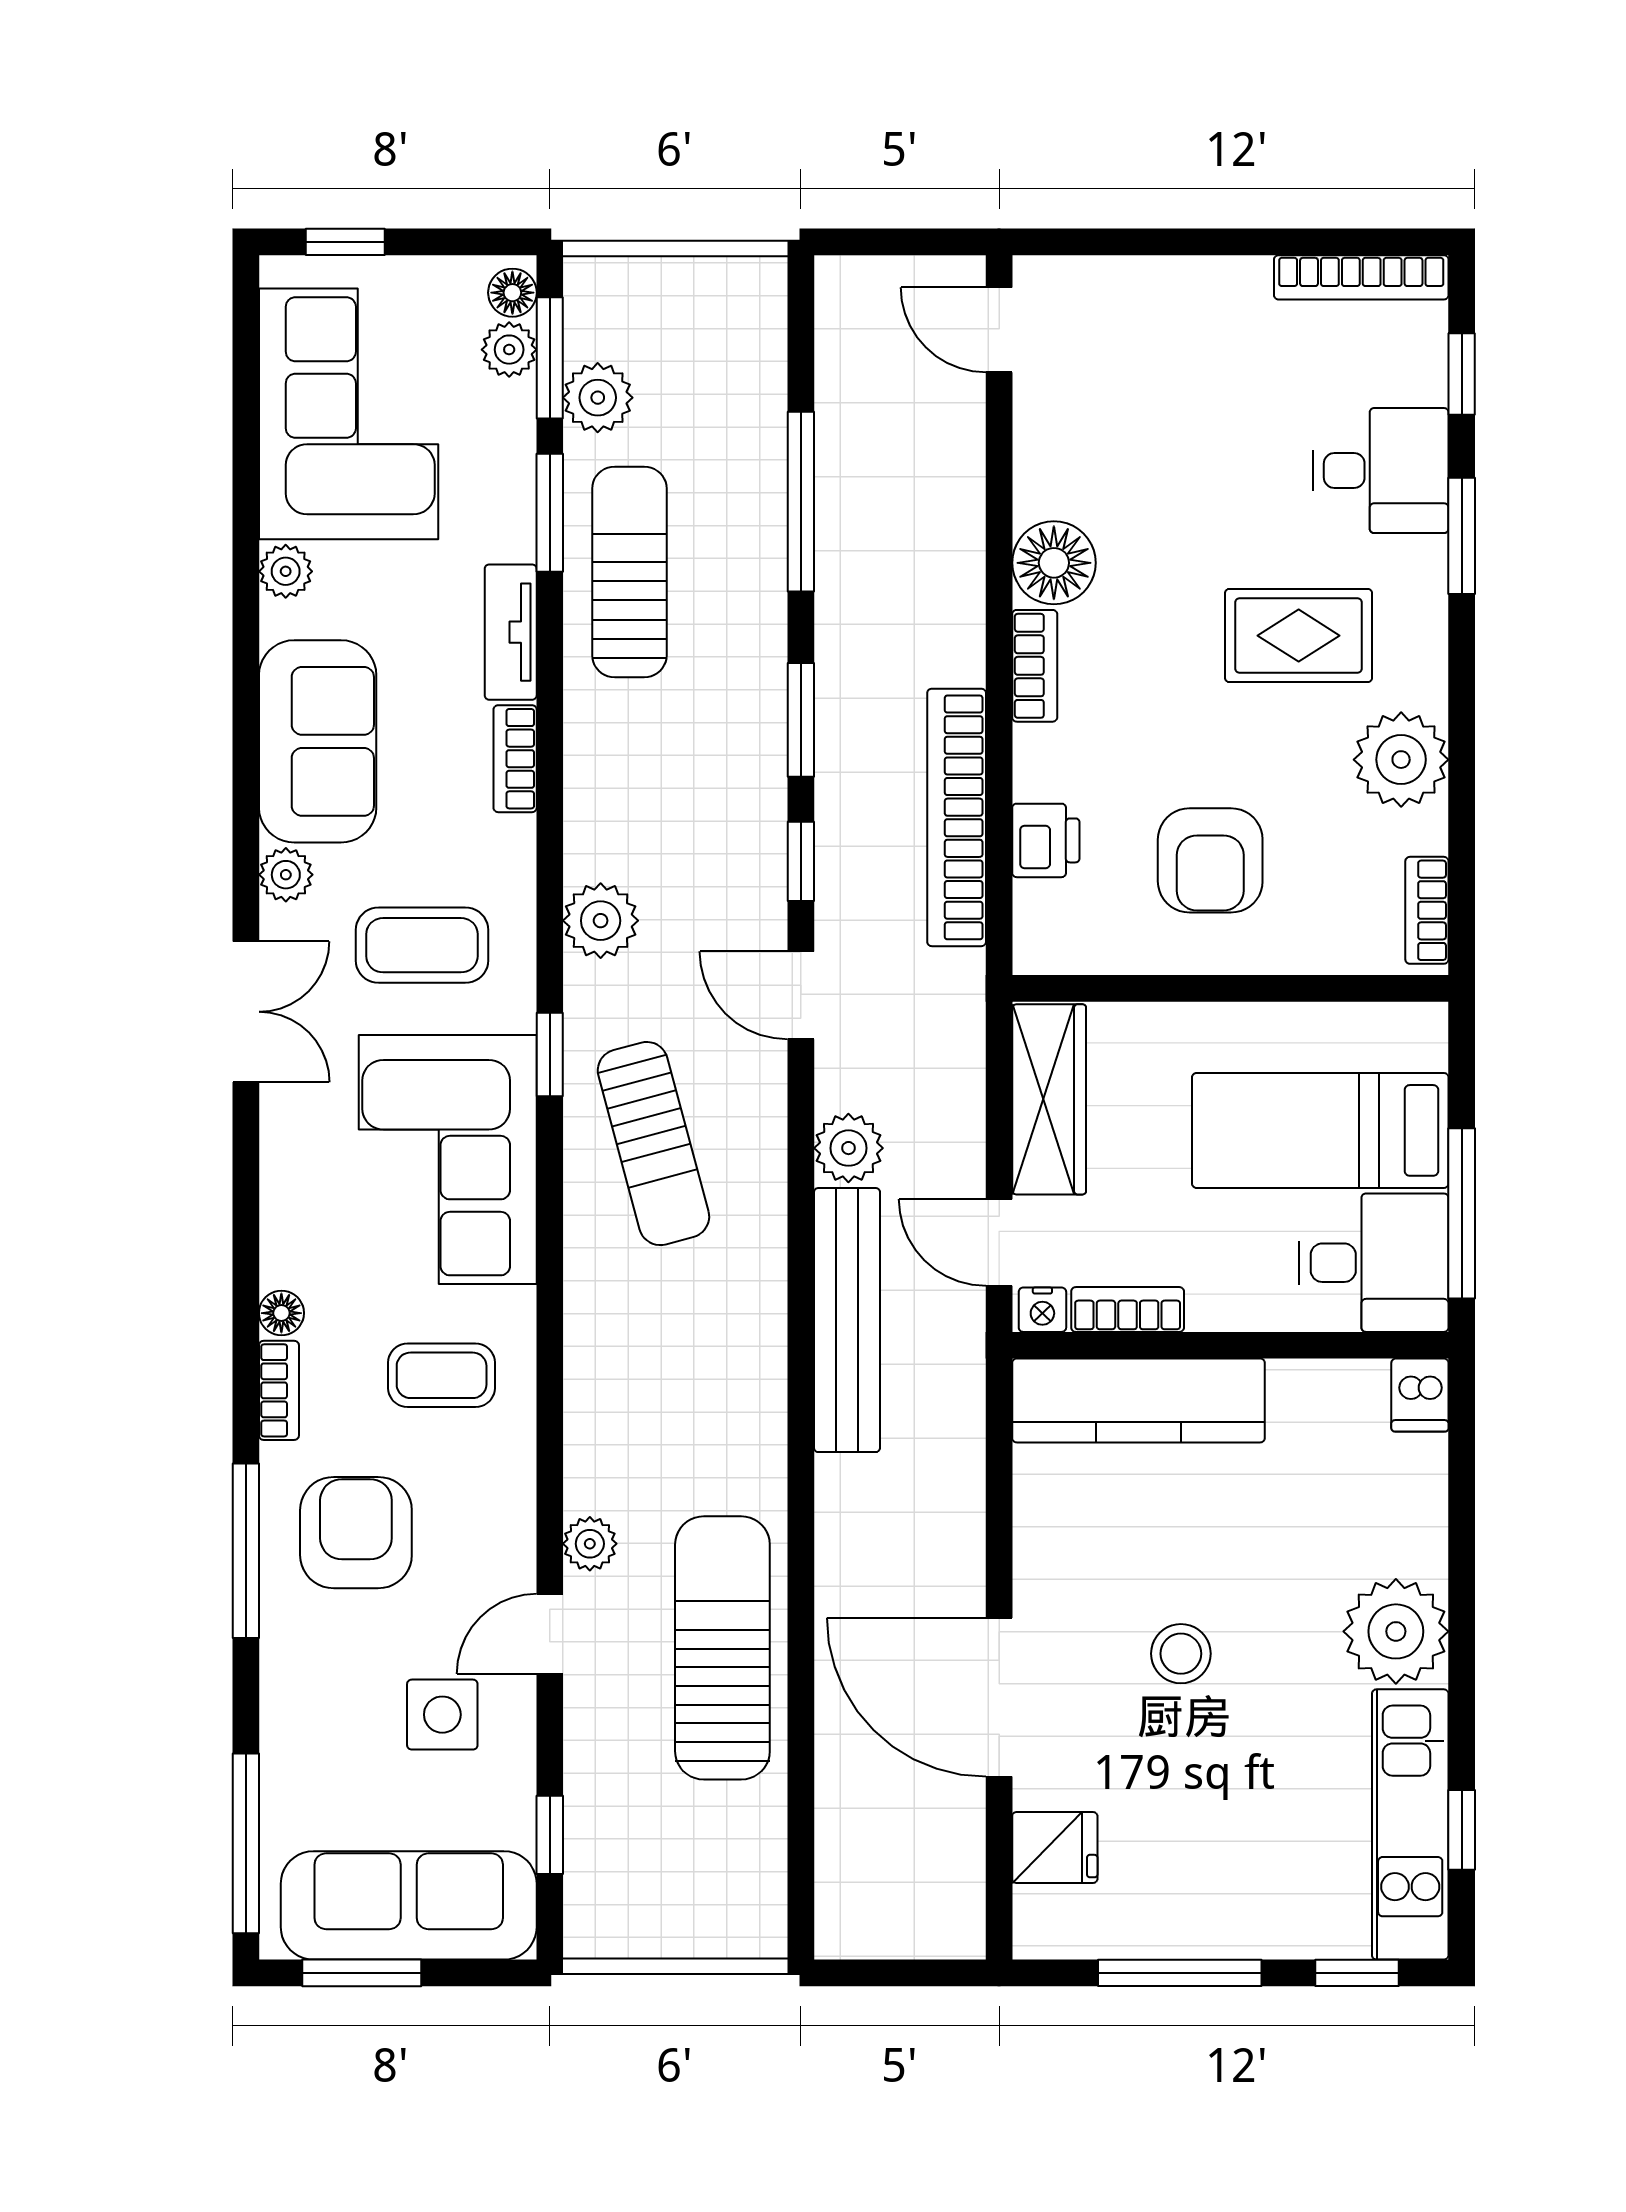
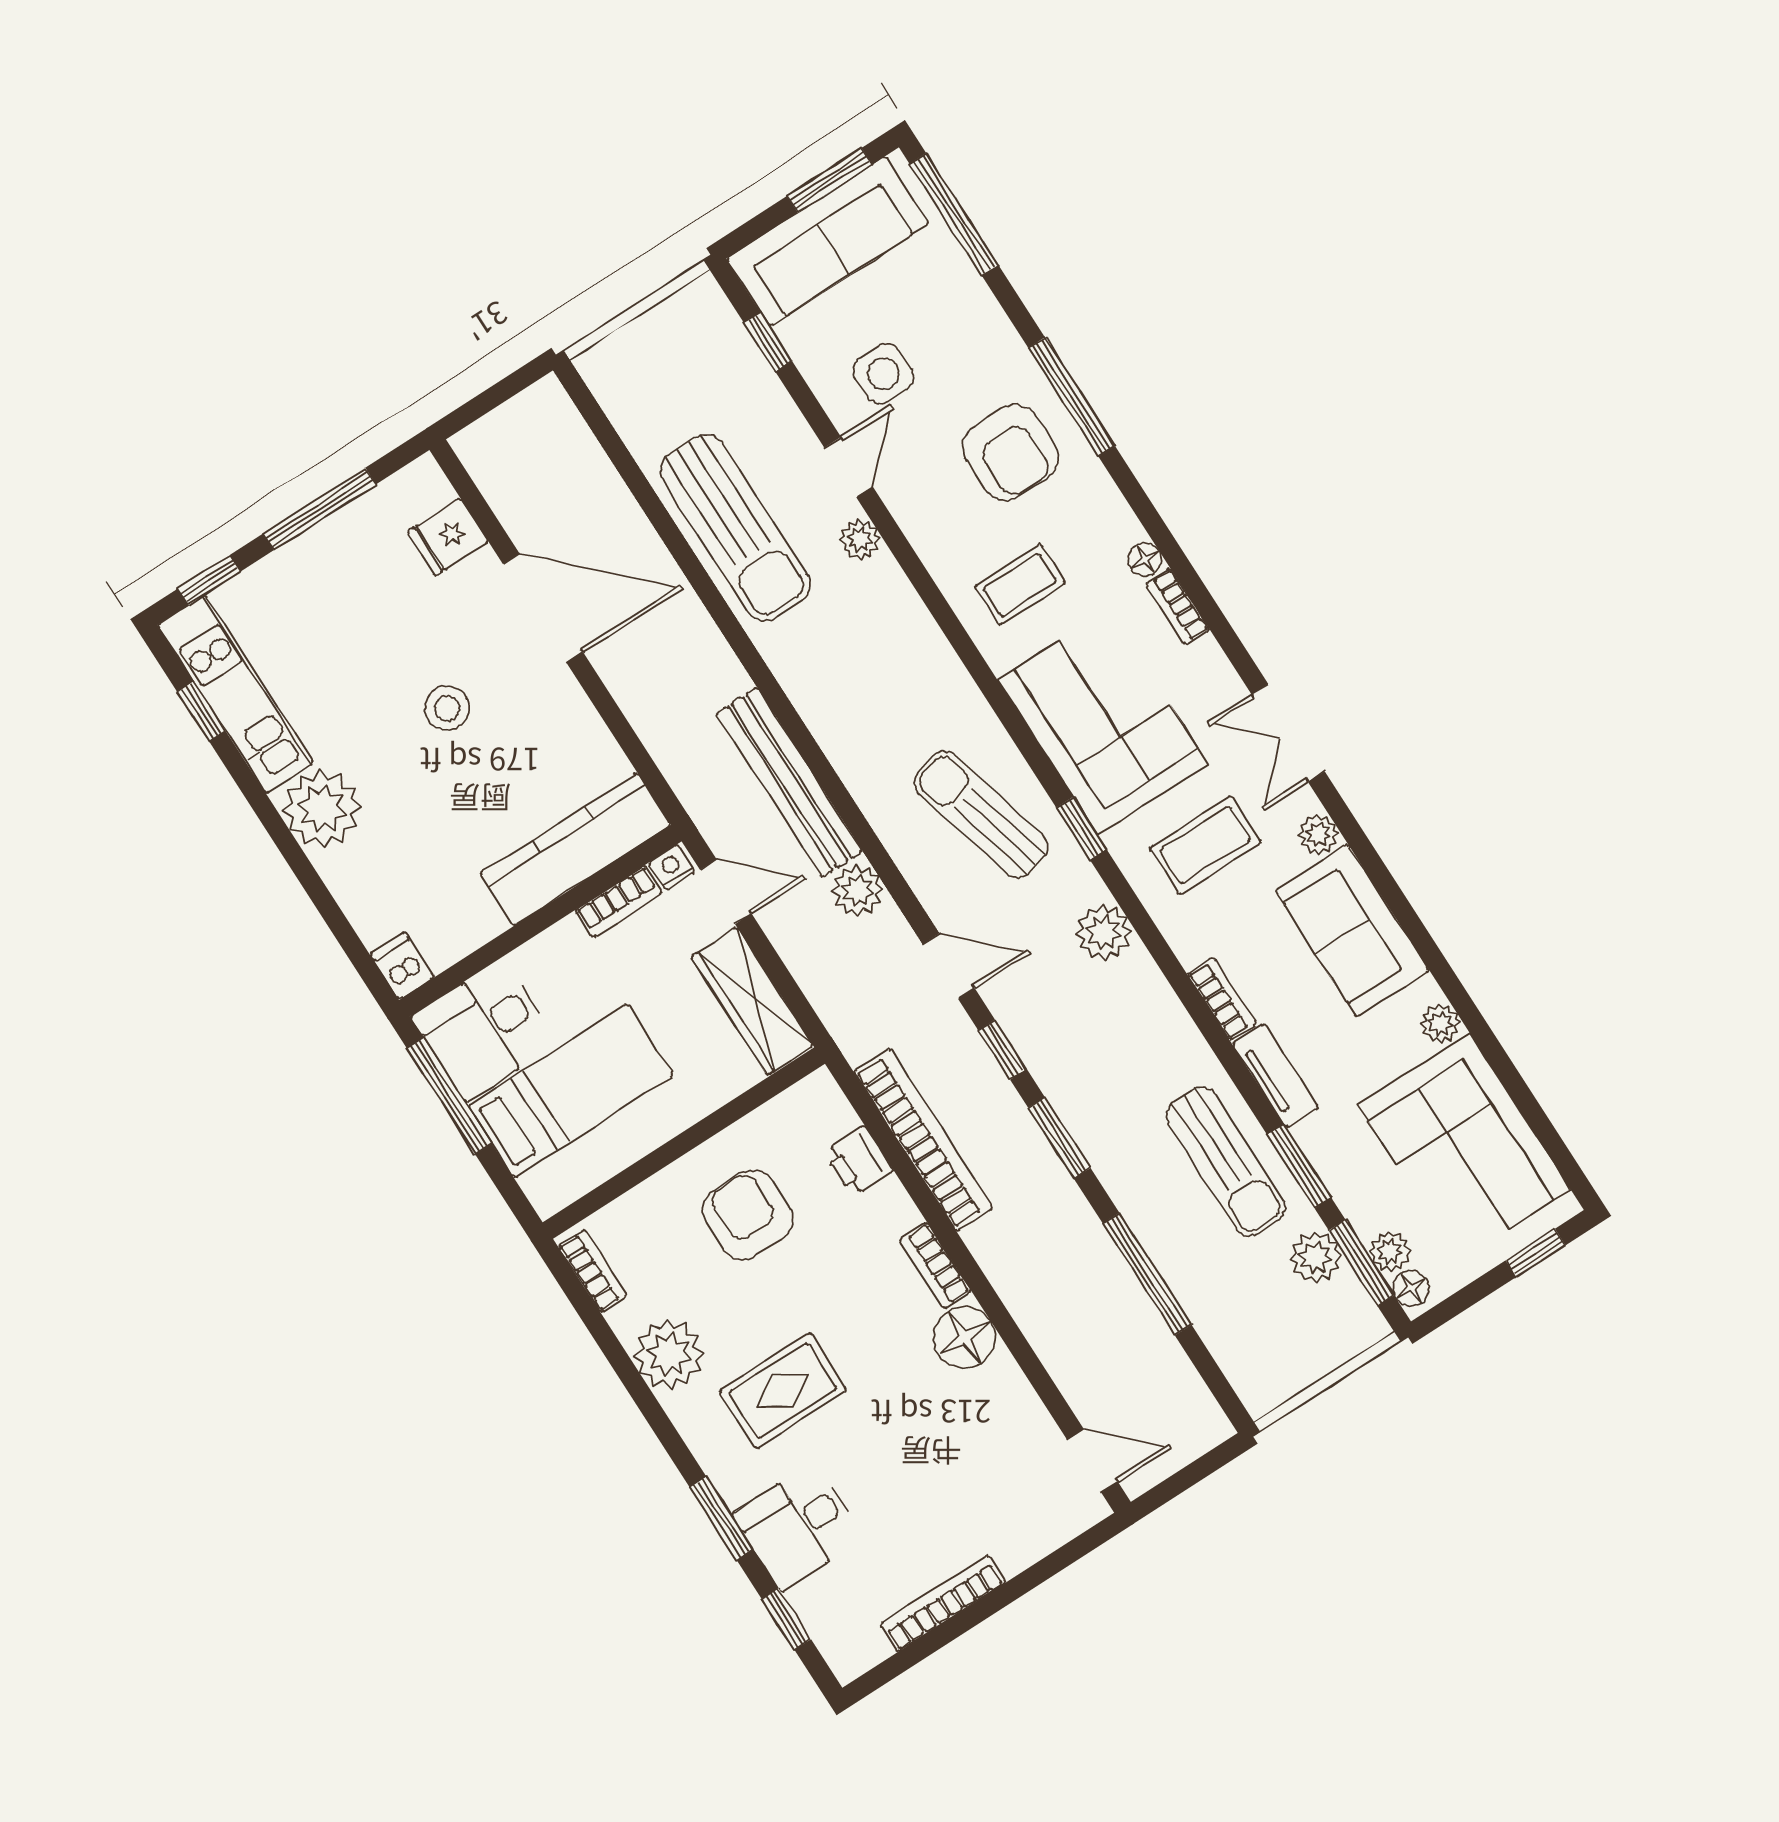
bookcase: (1361, 277) -> (943, 1604), moved
bookcase: (279, 1390) -> (1178, 607), moved

